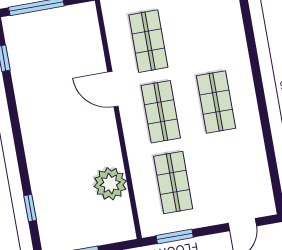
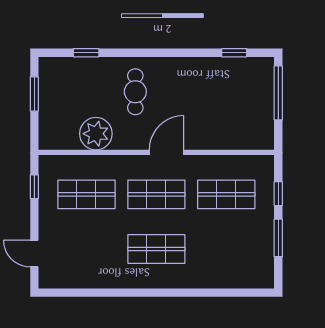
door: (113, 89) -> (166, 152), moved
cafe table: (61, 151) -> (135, 92), added
window: (175, 237) -> (34, 187), width x0.67

